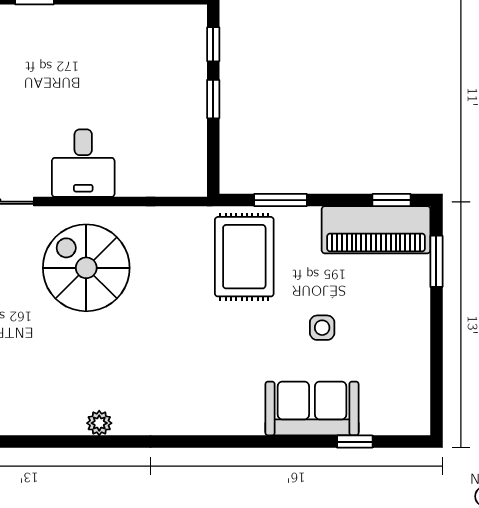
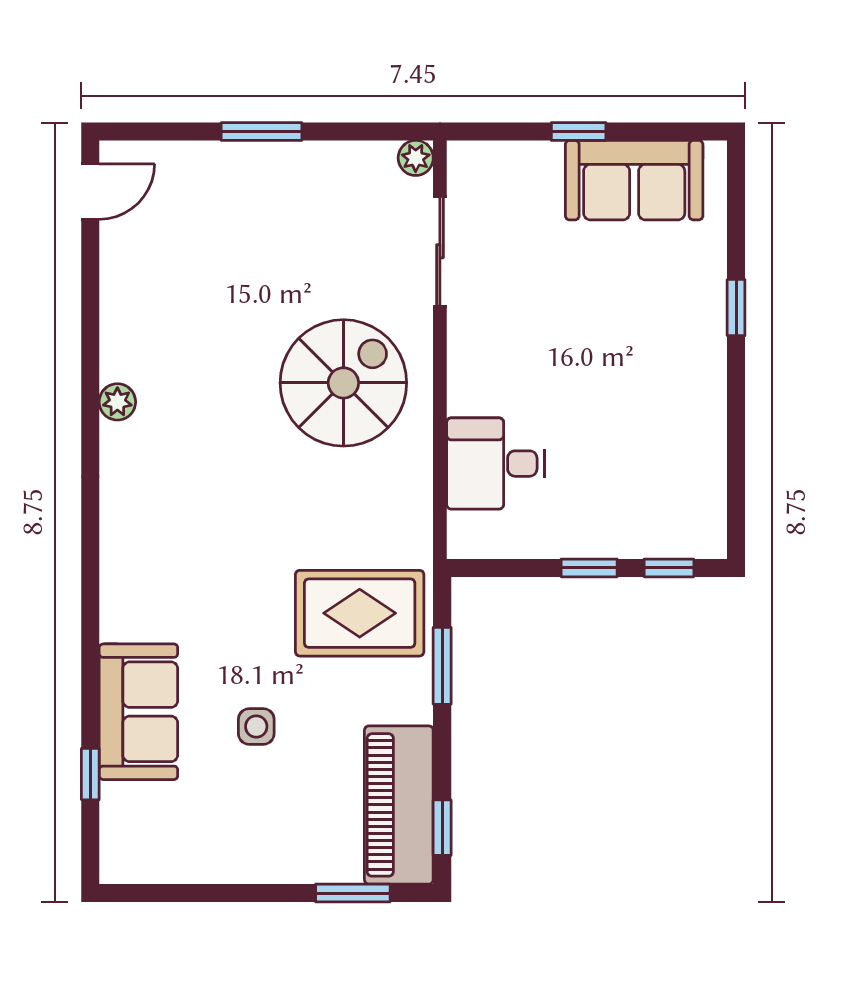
desk: (83, 163) -> (496, 464), moved

